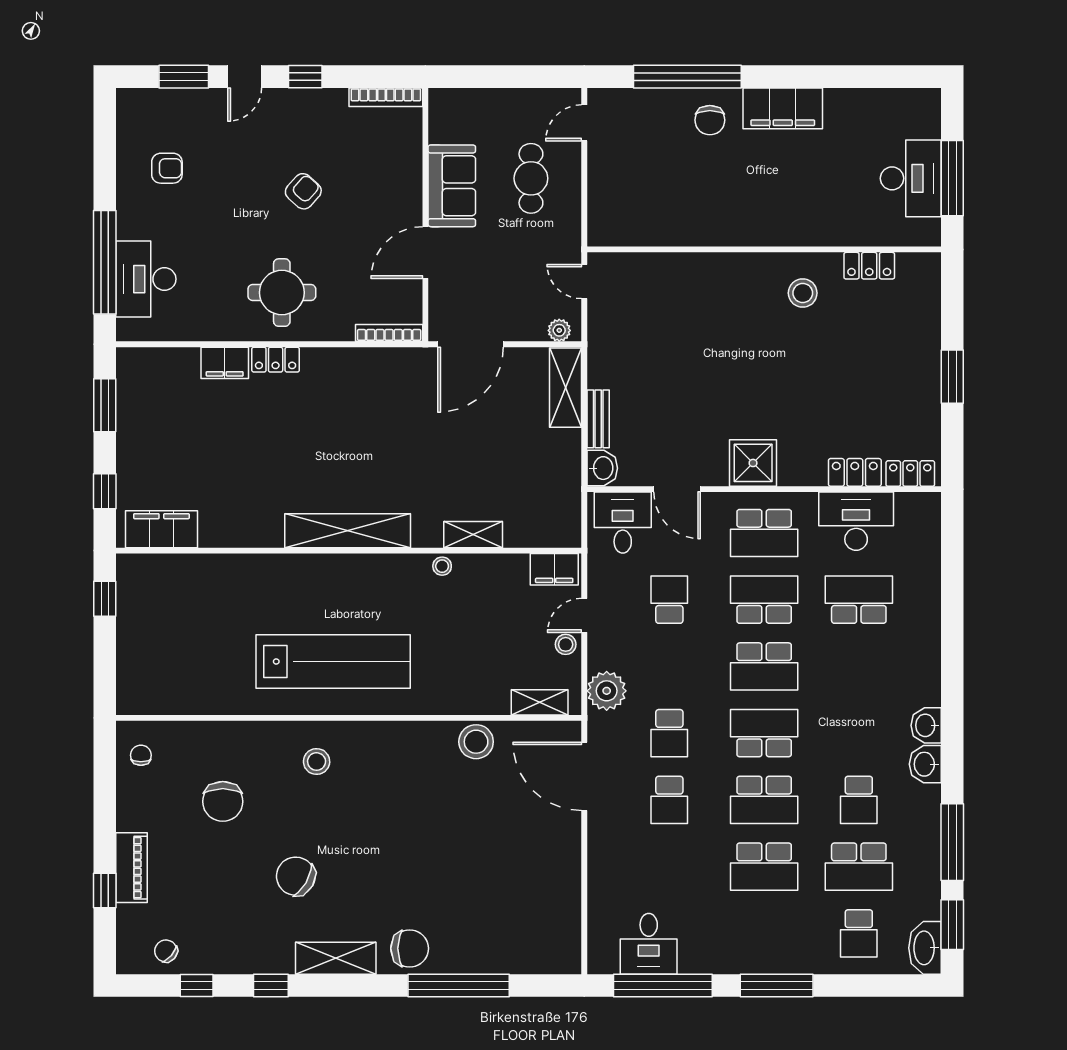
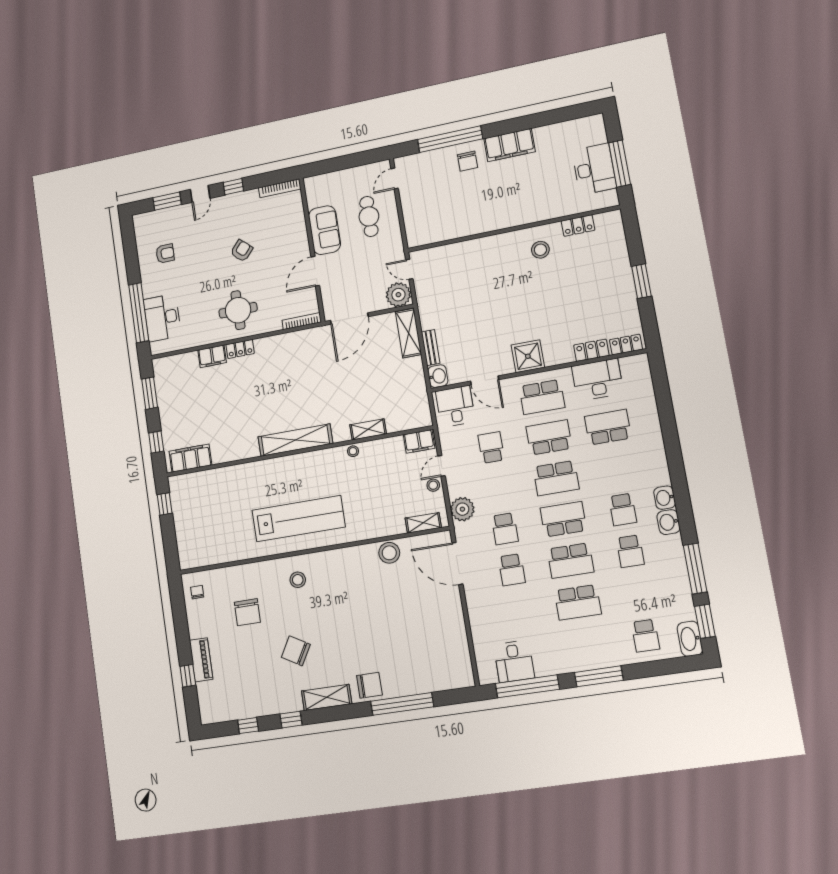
plant: (559, 330) -> (398, 295), width x1.88, depth x1.88
school desk: (859, 867) -> (623, 510), moved, width x0.54
chair: (166, 951) -> (228, 707), removed

